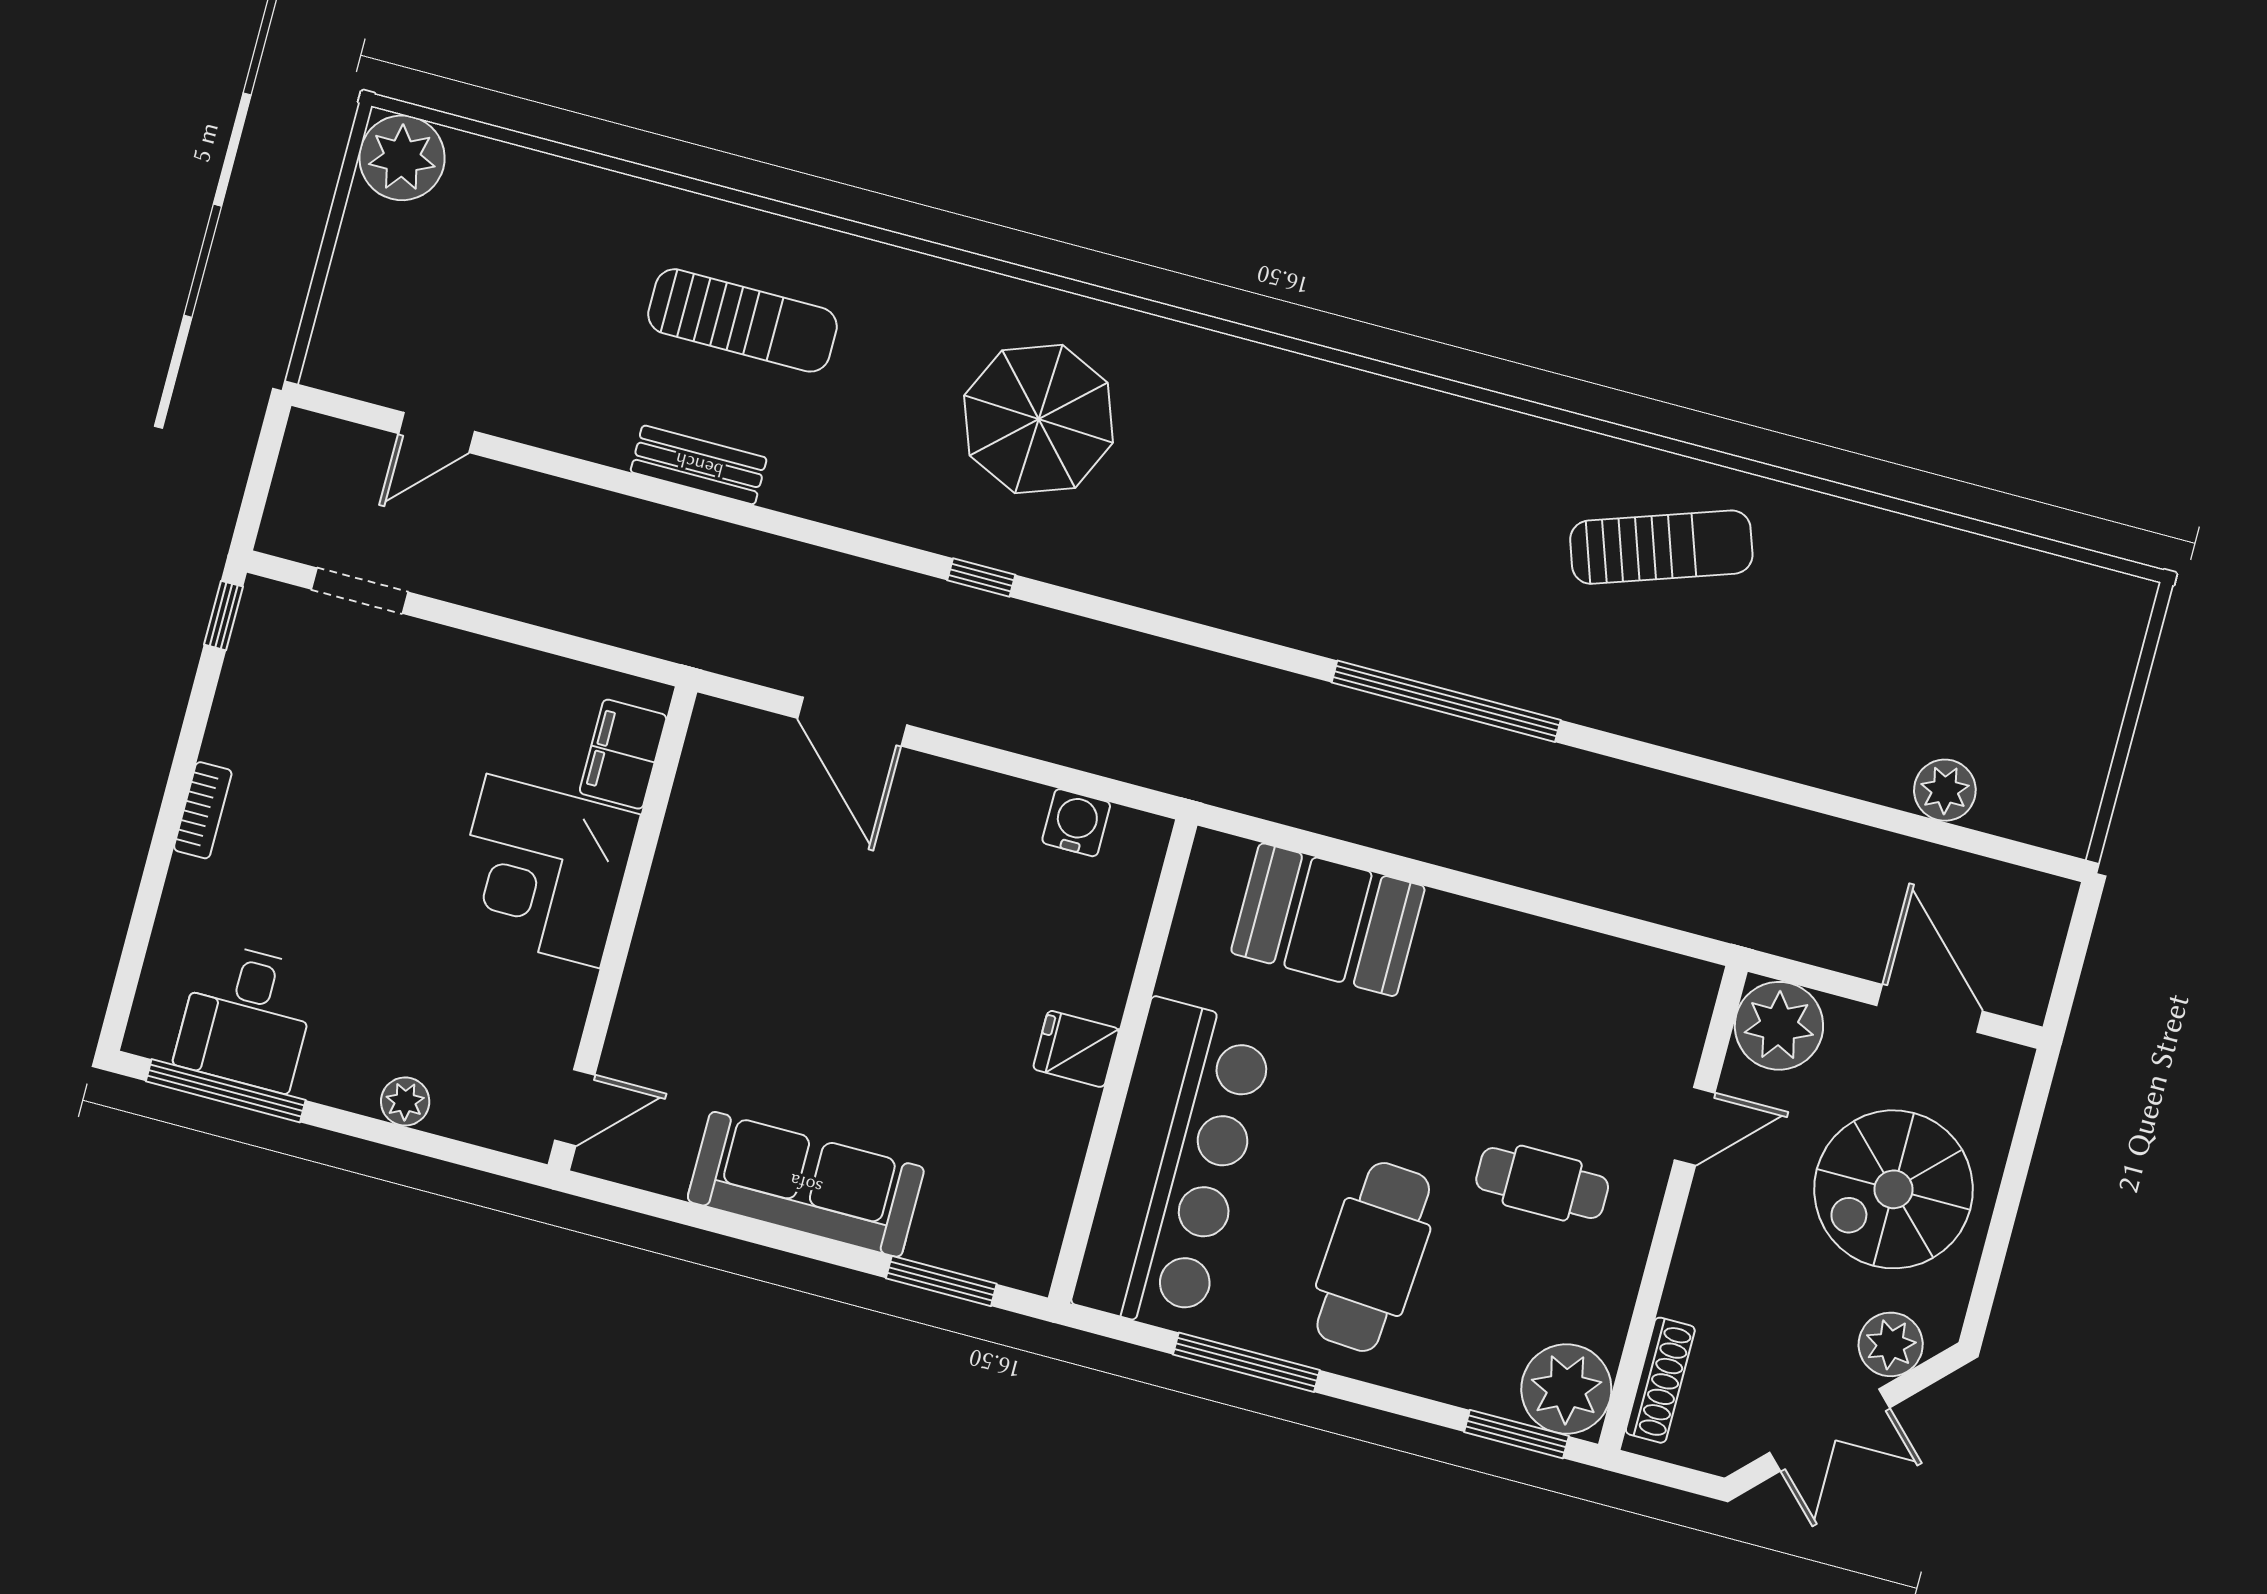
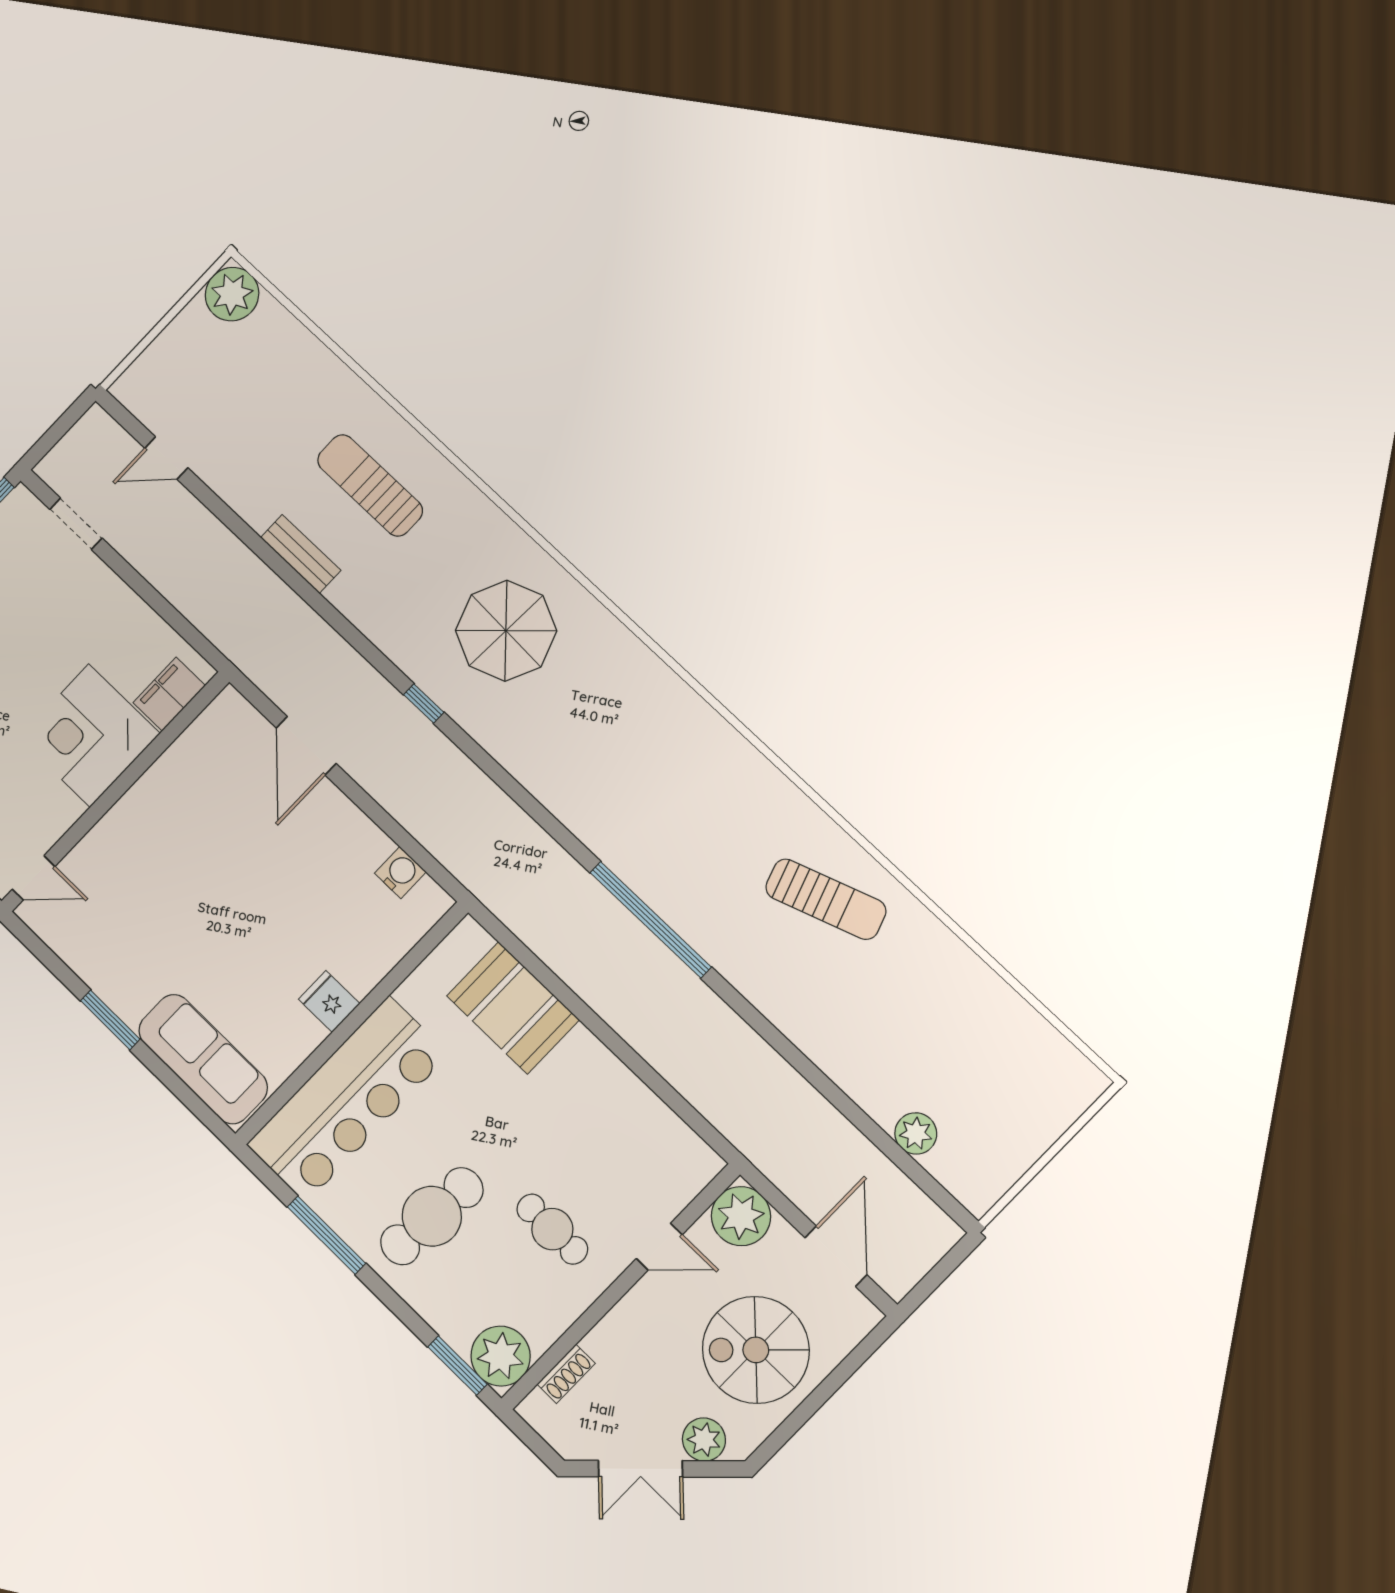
sun lounger: (743, 320) -> (370, 485), turned 180
sofa: (806, 1184) -> (203, 1059), moved
window: (941, 1281) -> (110, 1020), moved
shoe rack: (1660, 1380) -> (566, 1374), width x0.70

